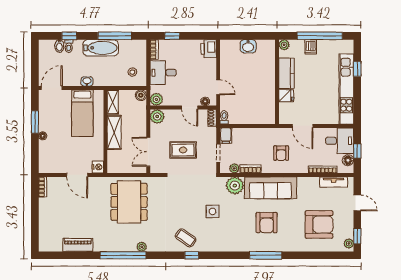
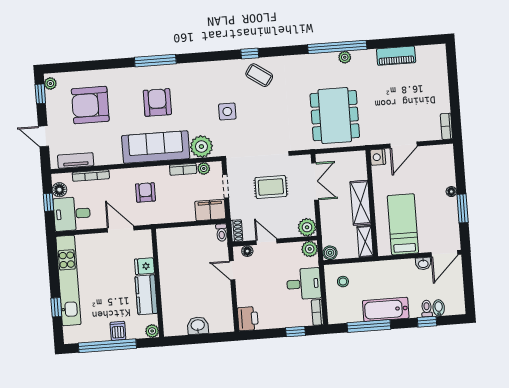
washbasin: (87, 81) -> (423, 264), moved
filing cabinet: (226, 136) -> (210, 210), width x2.00
door: (77, 175) -> (404, 145), swing flipped
plant: (142, 247) -> (345, 57), moved

